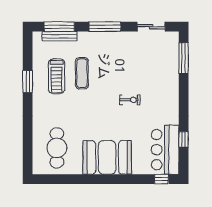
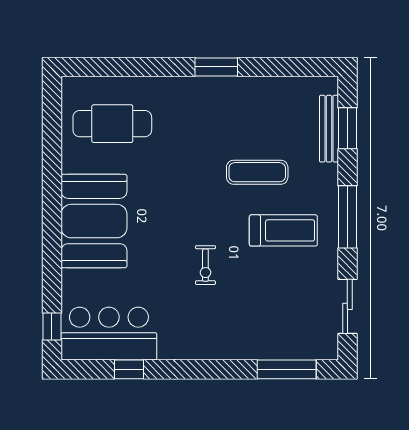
window: (59, 27) -> (347, 128), width x0.69
treadmill: (57, 76) -> (283, 230), moved, turned 180
window: (28, 81) -> (216, 67), moved

